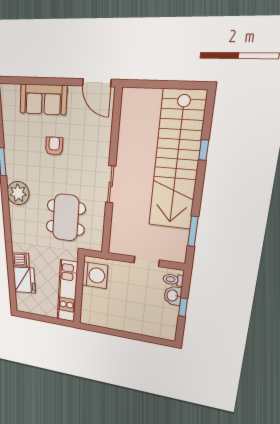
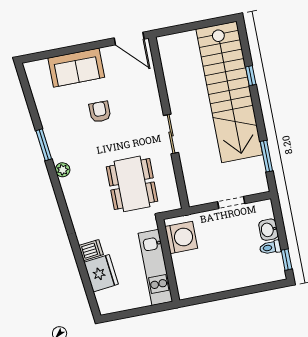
plant: (18, 193) -> (63, 170), width x0.53, depth x0.53
toilet: (173, 280) -> (270, 247), moved
window: (183, 307) -> (287, 260), moved

